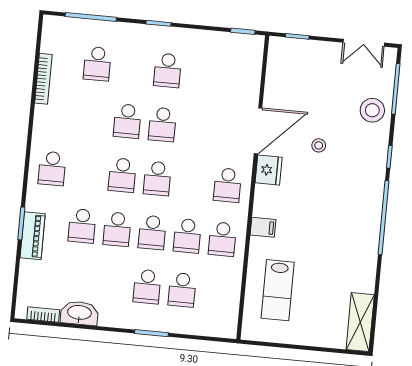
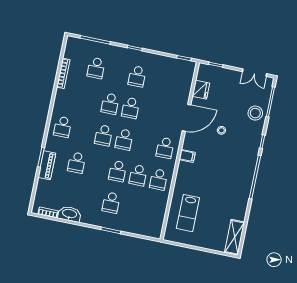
fridge: (269, 170) -> (201, 90), moved
filing cabinet: (263, 227) -> (187, 156), moved
school desk: (117, 229) -> (97, 167), removed
school desk: (182, 290) -> (132, 207), removed

